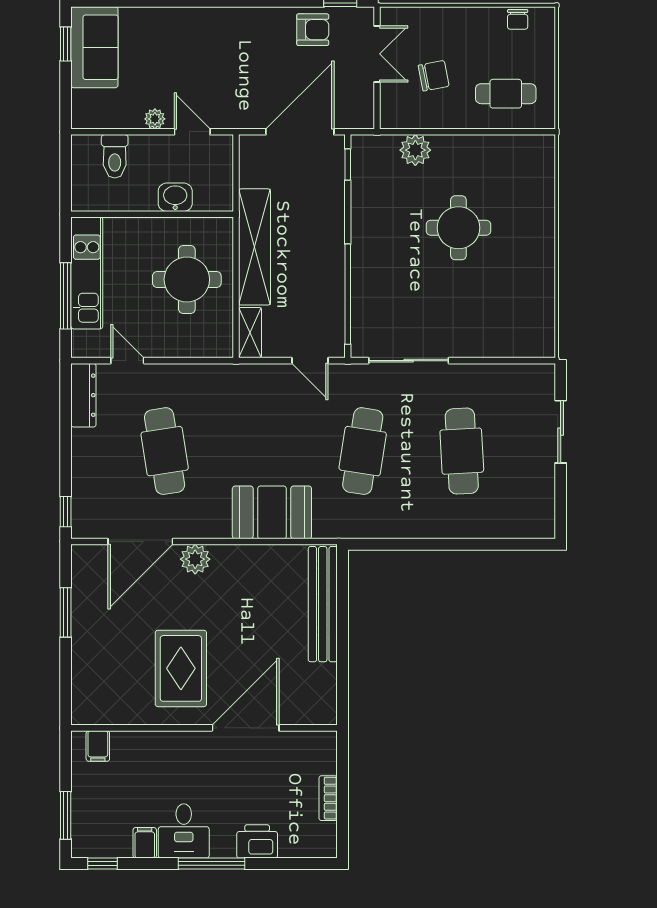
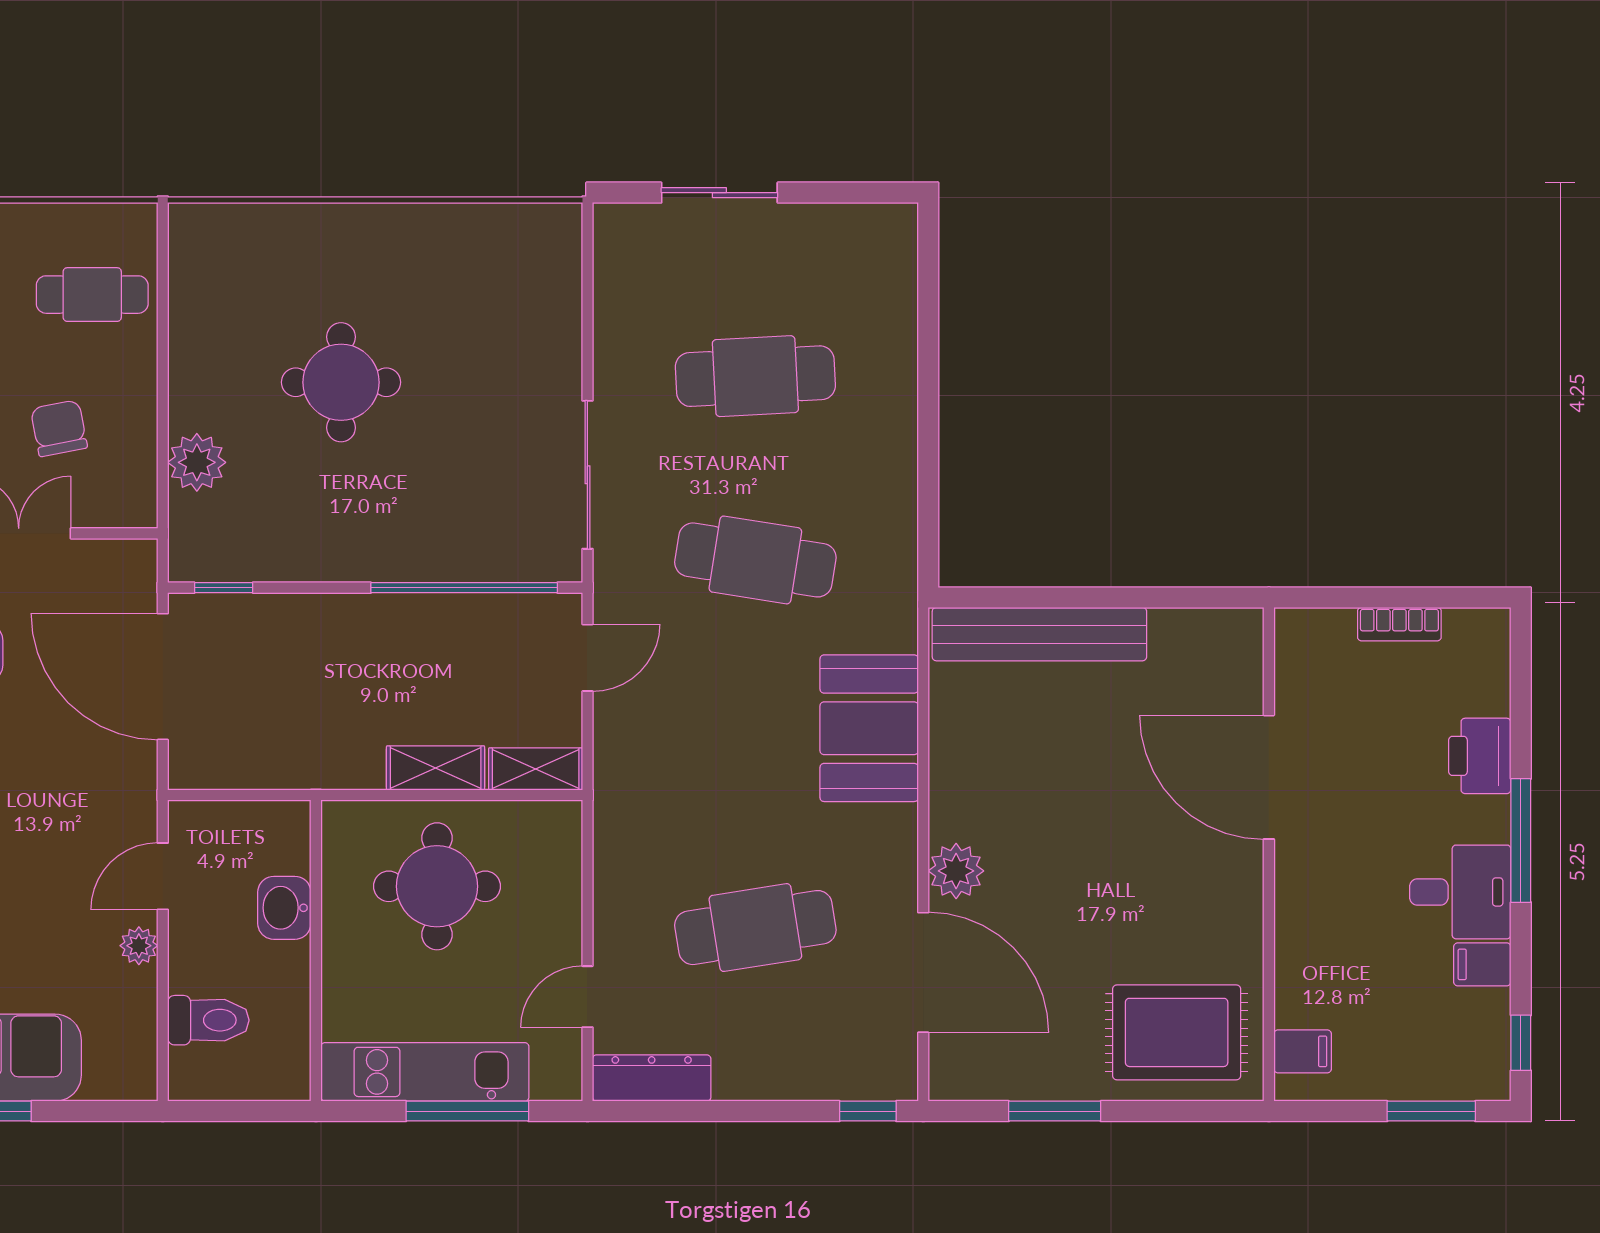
cafe table: (506, 94) -> (92, 295), turned 90
shelving: (255, 247) -> (436, 768), width x0.45, depth x0.75
rug: (181, 668) -> (1177, 1032), moved

